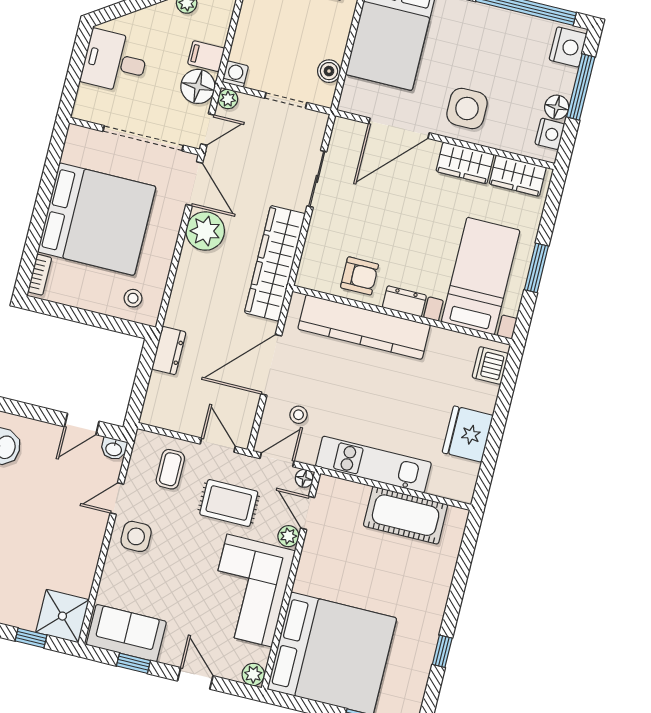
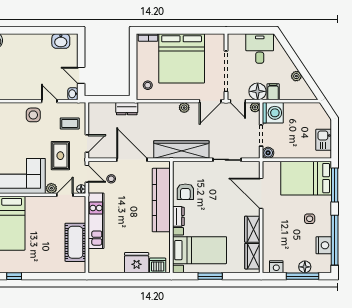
nightstand: (568, 47) -> (324, 245), moved, turned -90
boiler: (329, 71) -> (268, 153), moved
washing machine: (235, 74) -> (273, 113), width x1.89, depth x1.89
floor lamp: (557, 107) -> (305, 267), moved
side table: (467, 108) -> (310, 219), moved, width x0.54, depth x0.54
plant: (205, 231) -> (184, 108), width x0.53, depth x0.53
fridge: (468, 434) -> (137, 263), moved

